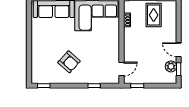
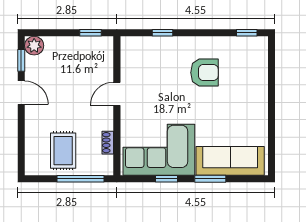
armchair: (69, 62) -> (205, 73), turned 138
plant: (171, 66) -> (34, 46), moved
door: (121, 69) -> (117, 94), moved

